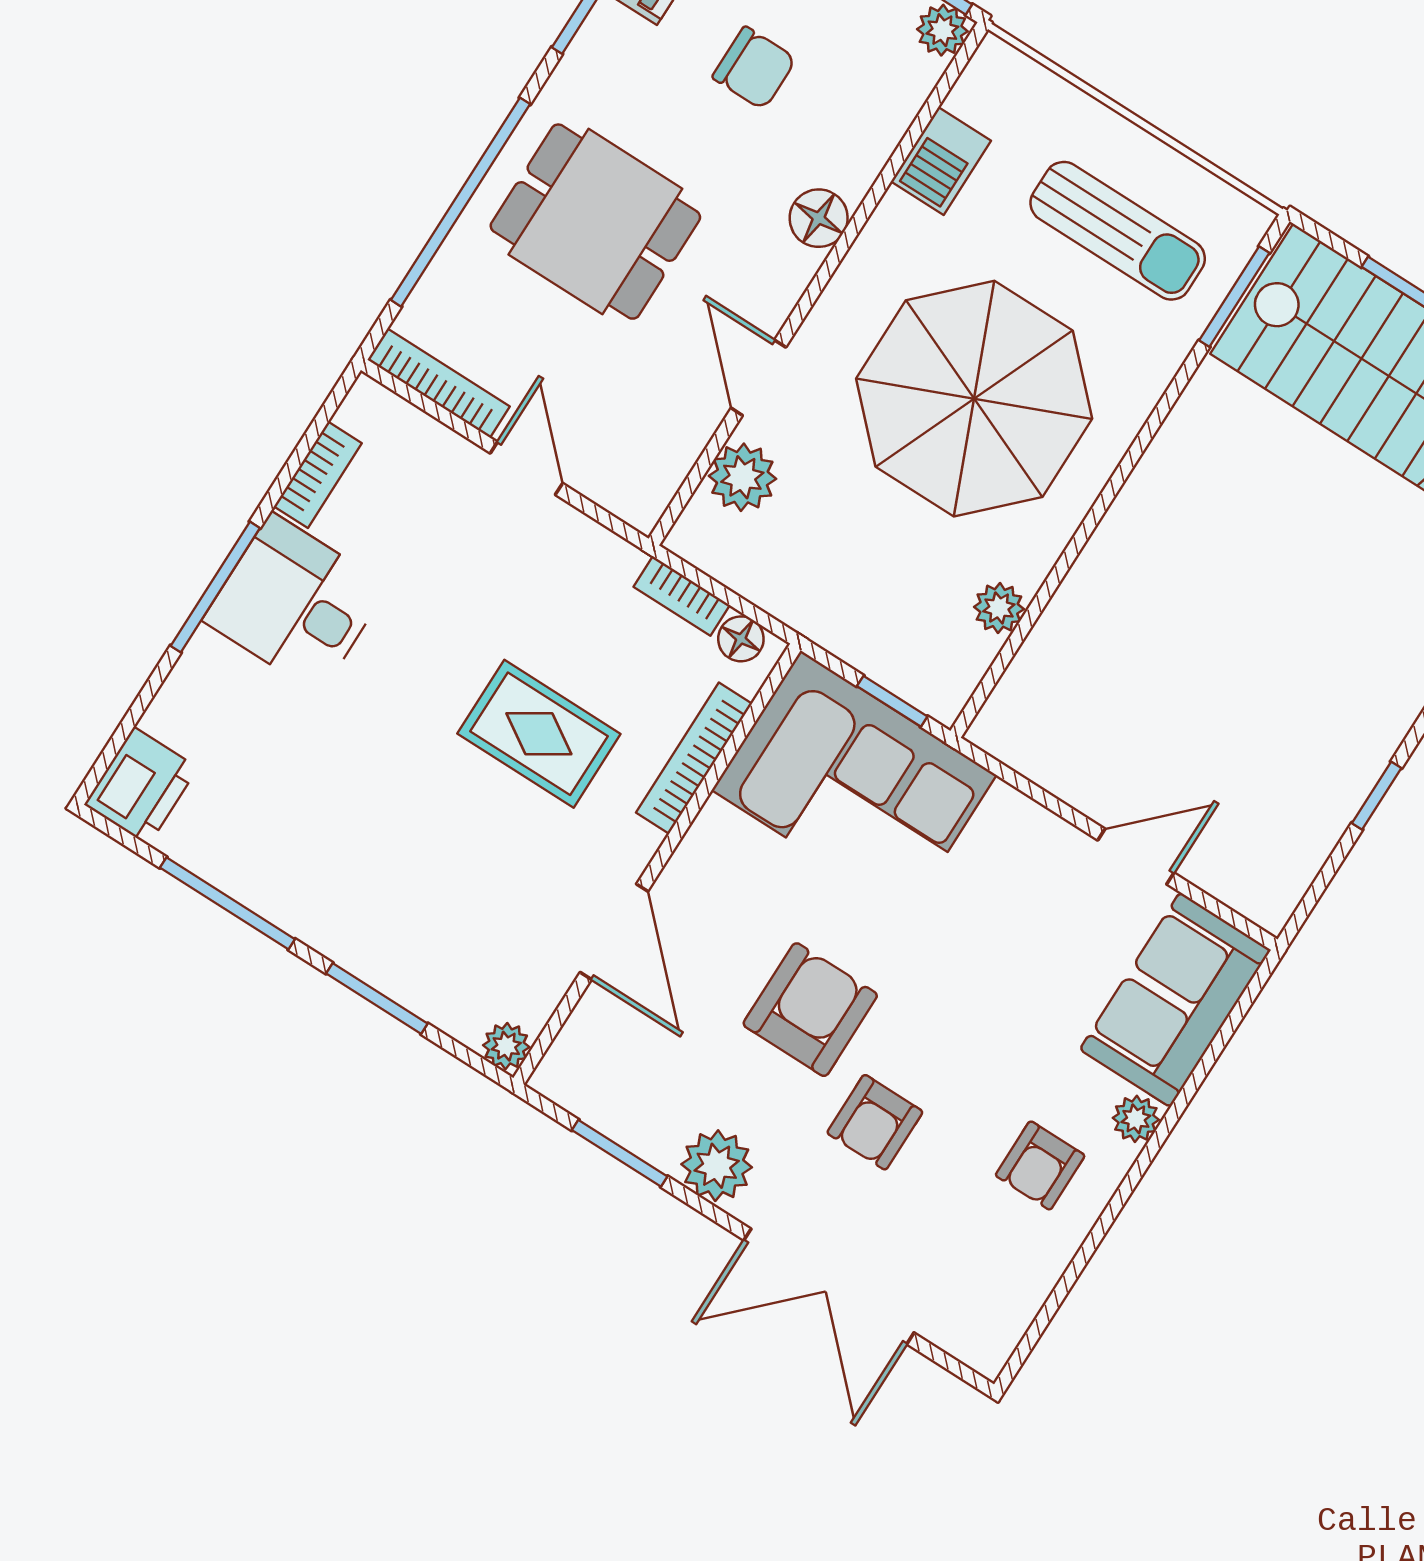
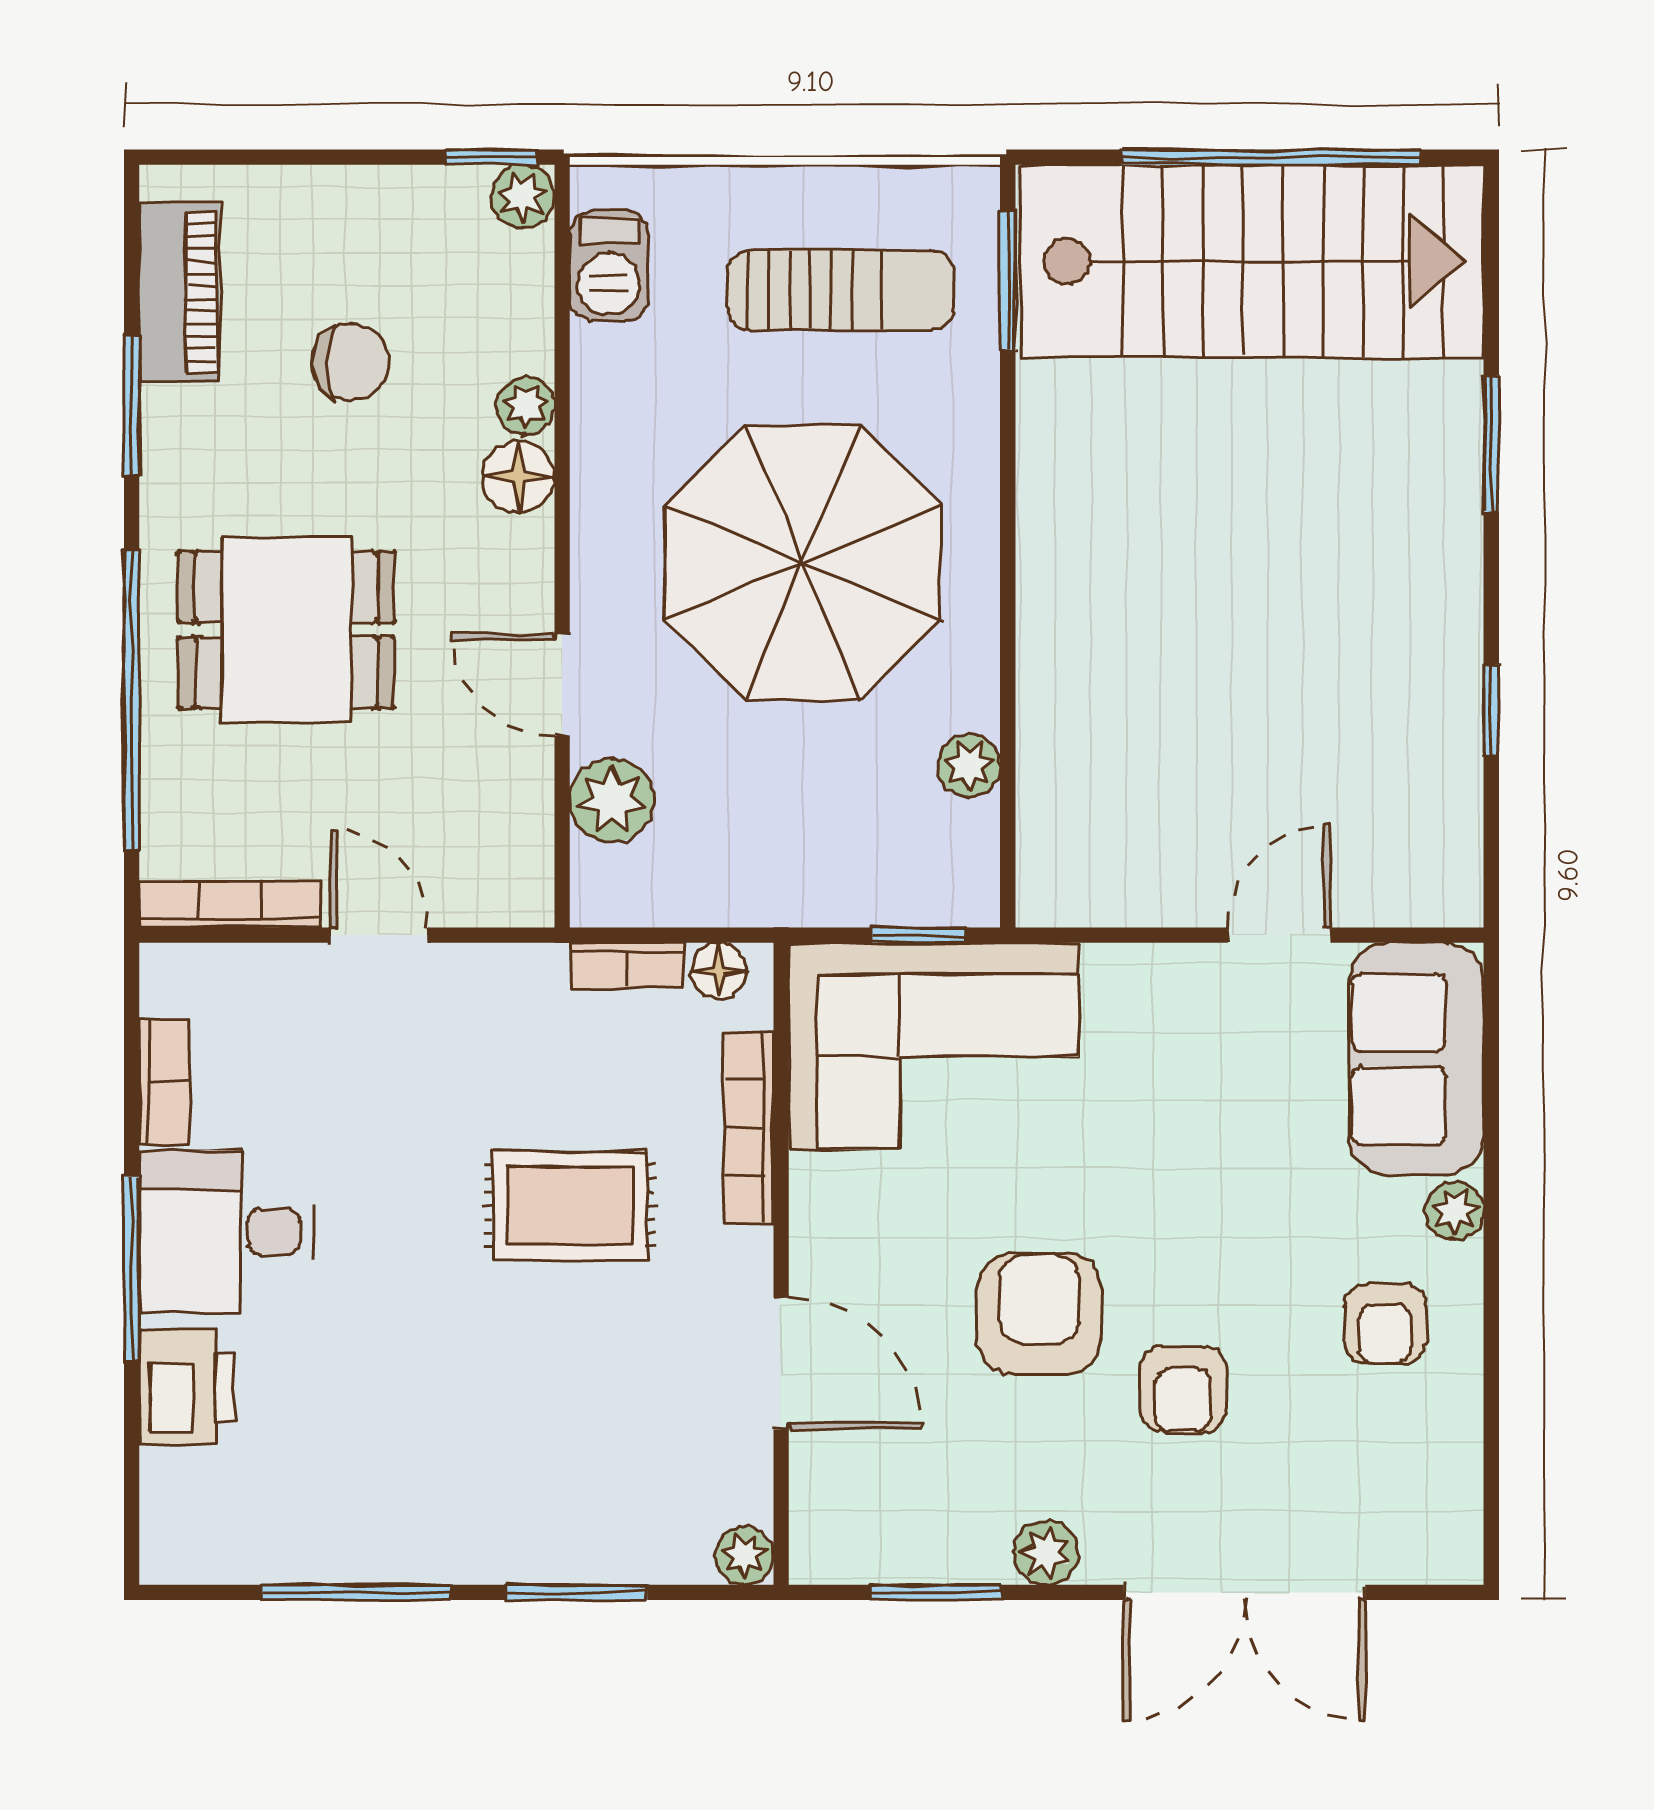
barbecue: (941, 161) -> (609, 266), moved
plant: (854, 173) -> (525, 406), added
printer: (141, 786) -> (187, 1387), moved
plant: (717, 1166) -> (1046, 1553), width x0.73, depth x0.73

